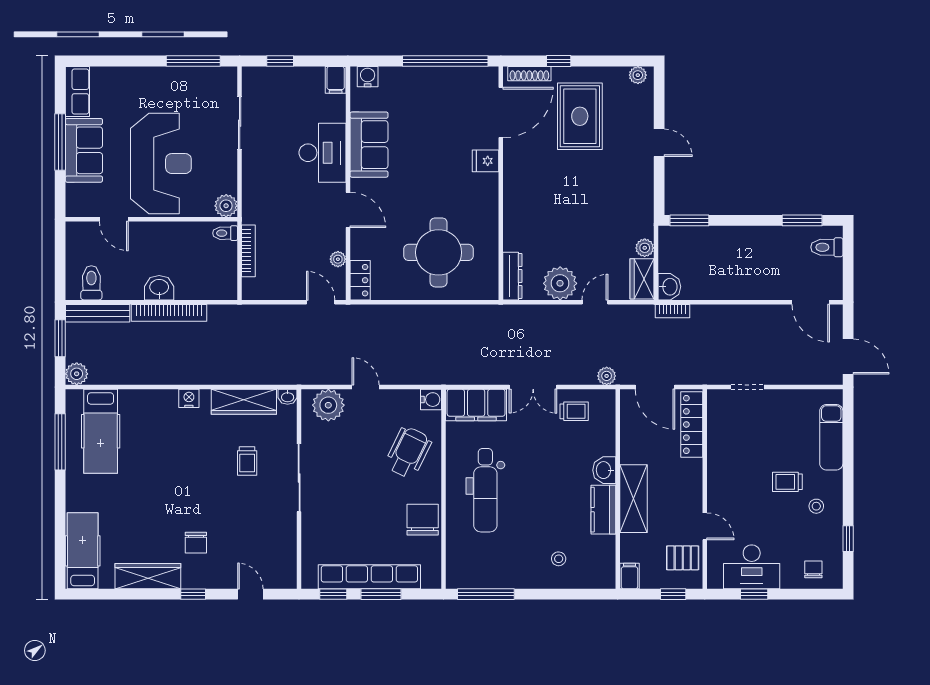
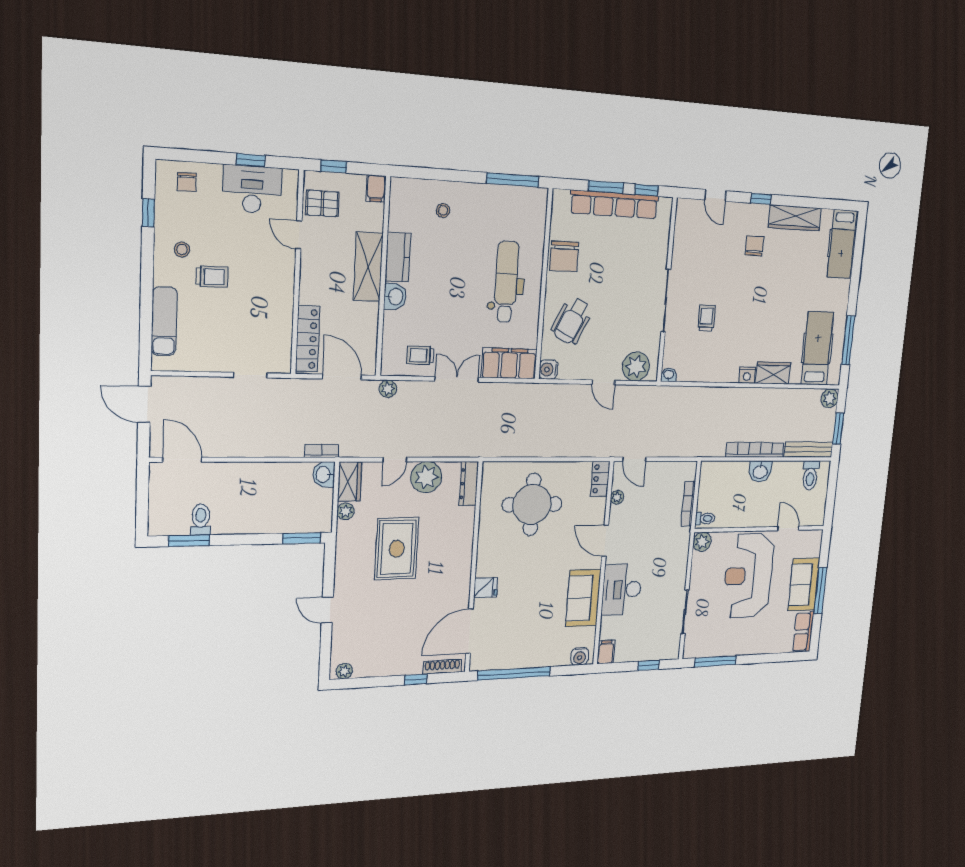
rug: (580, 116) -> (397, 549), moved
toilet: (827, 247) -> (201, 520), moved, turned -90
wardrobe: (244, 402) -> (773, 373), moved, width x0.67

